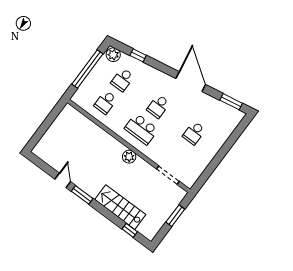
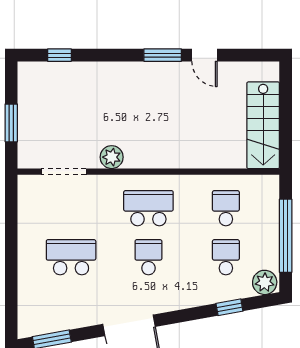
school desk: (194, 133) -> (71, 257), width x1.85
plant: (129, 157) -> (112, 157), moved
stairs: (120, 207) -> (263, 125), moved, turned 90

